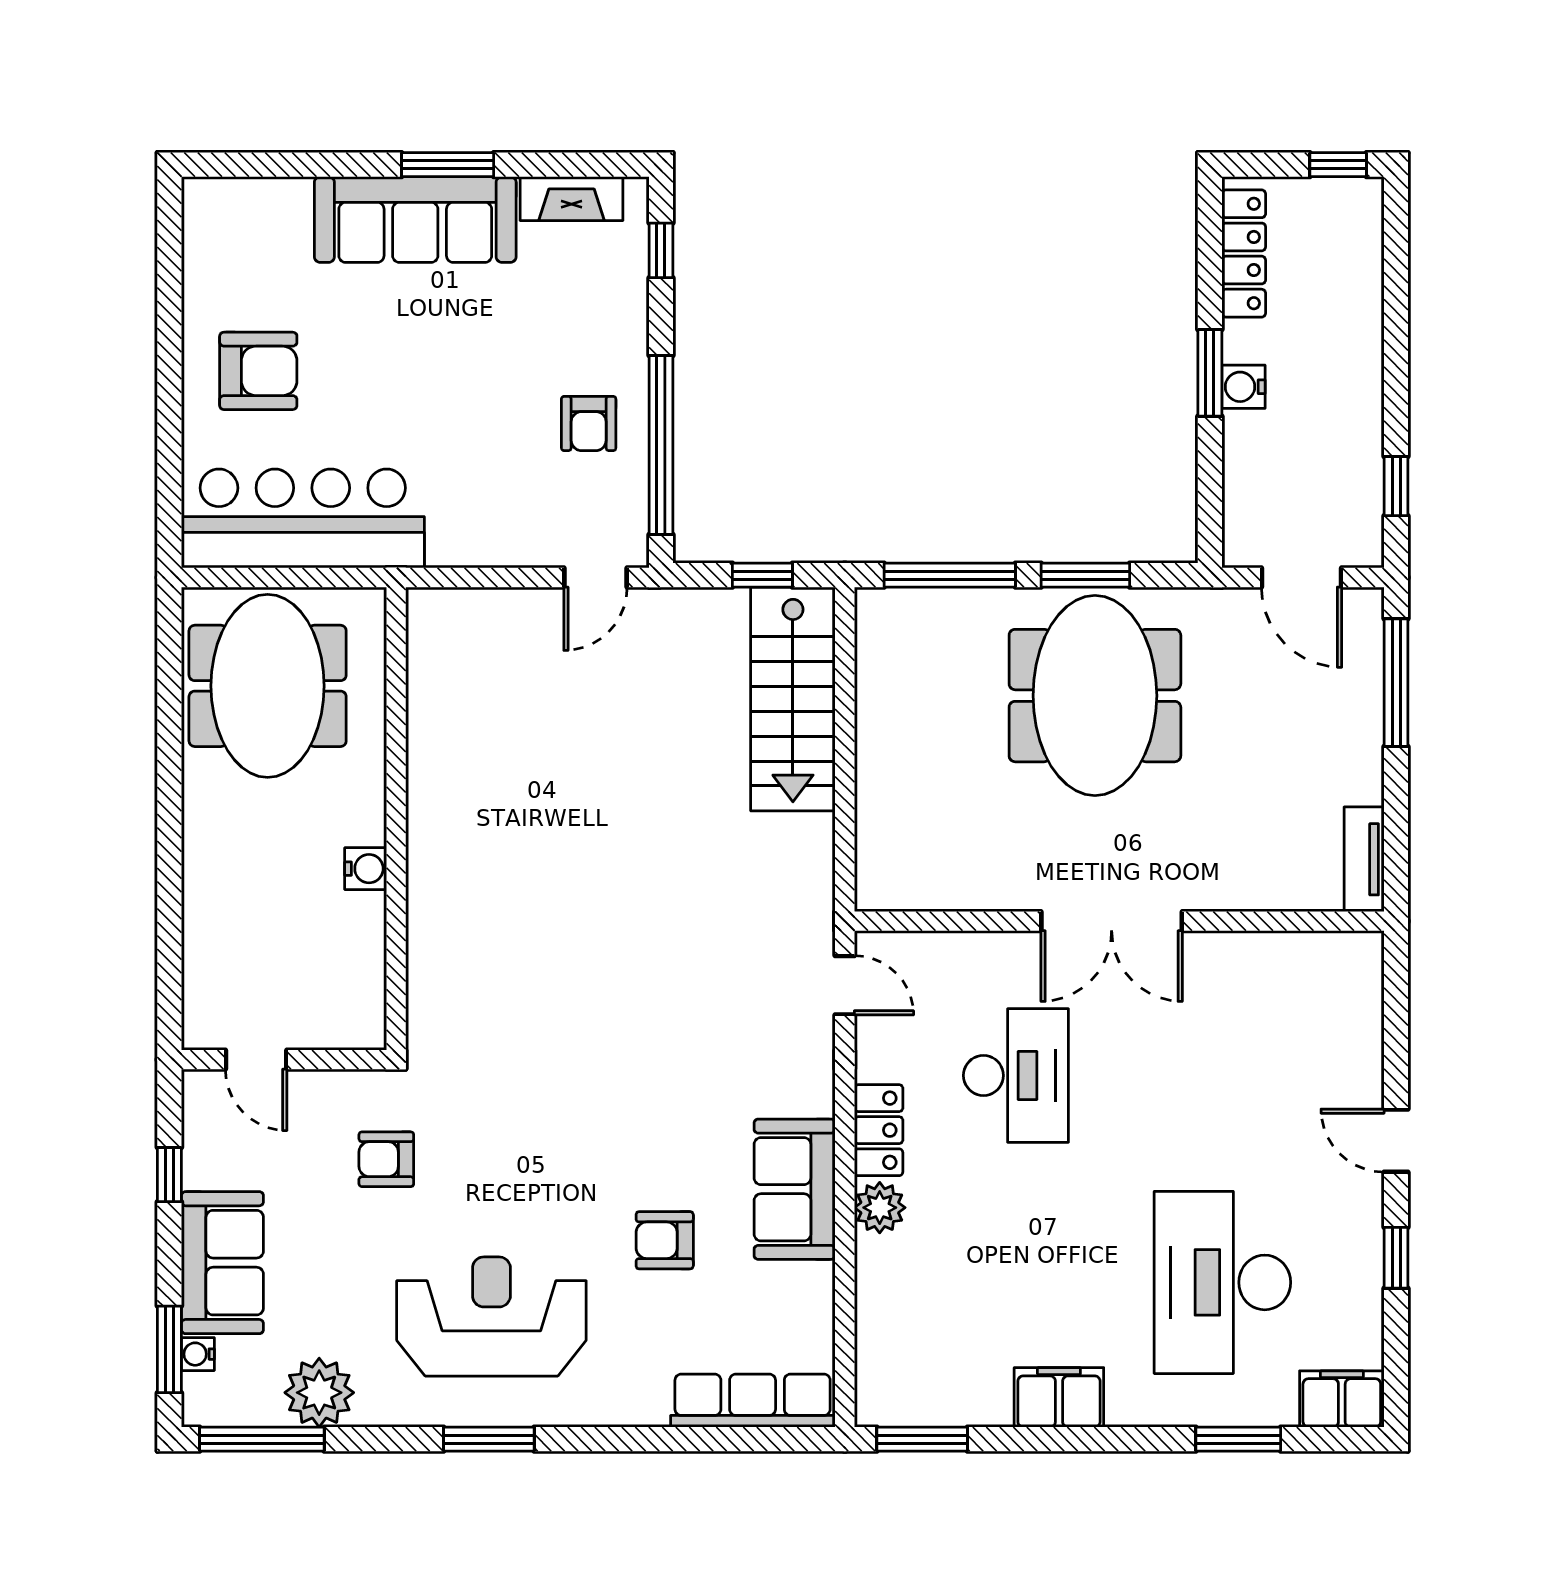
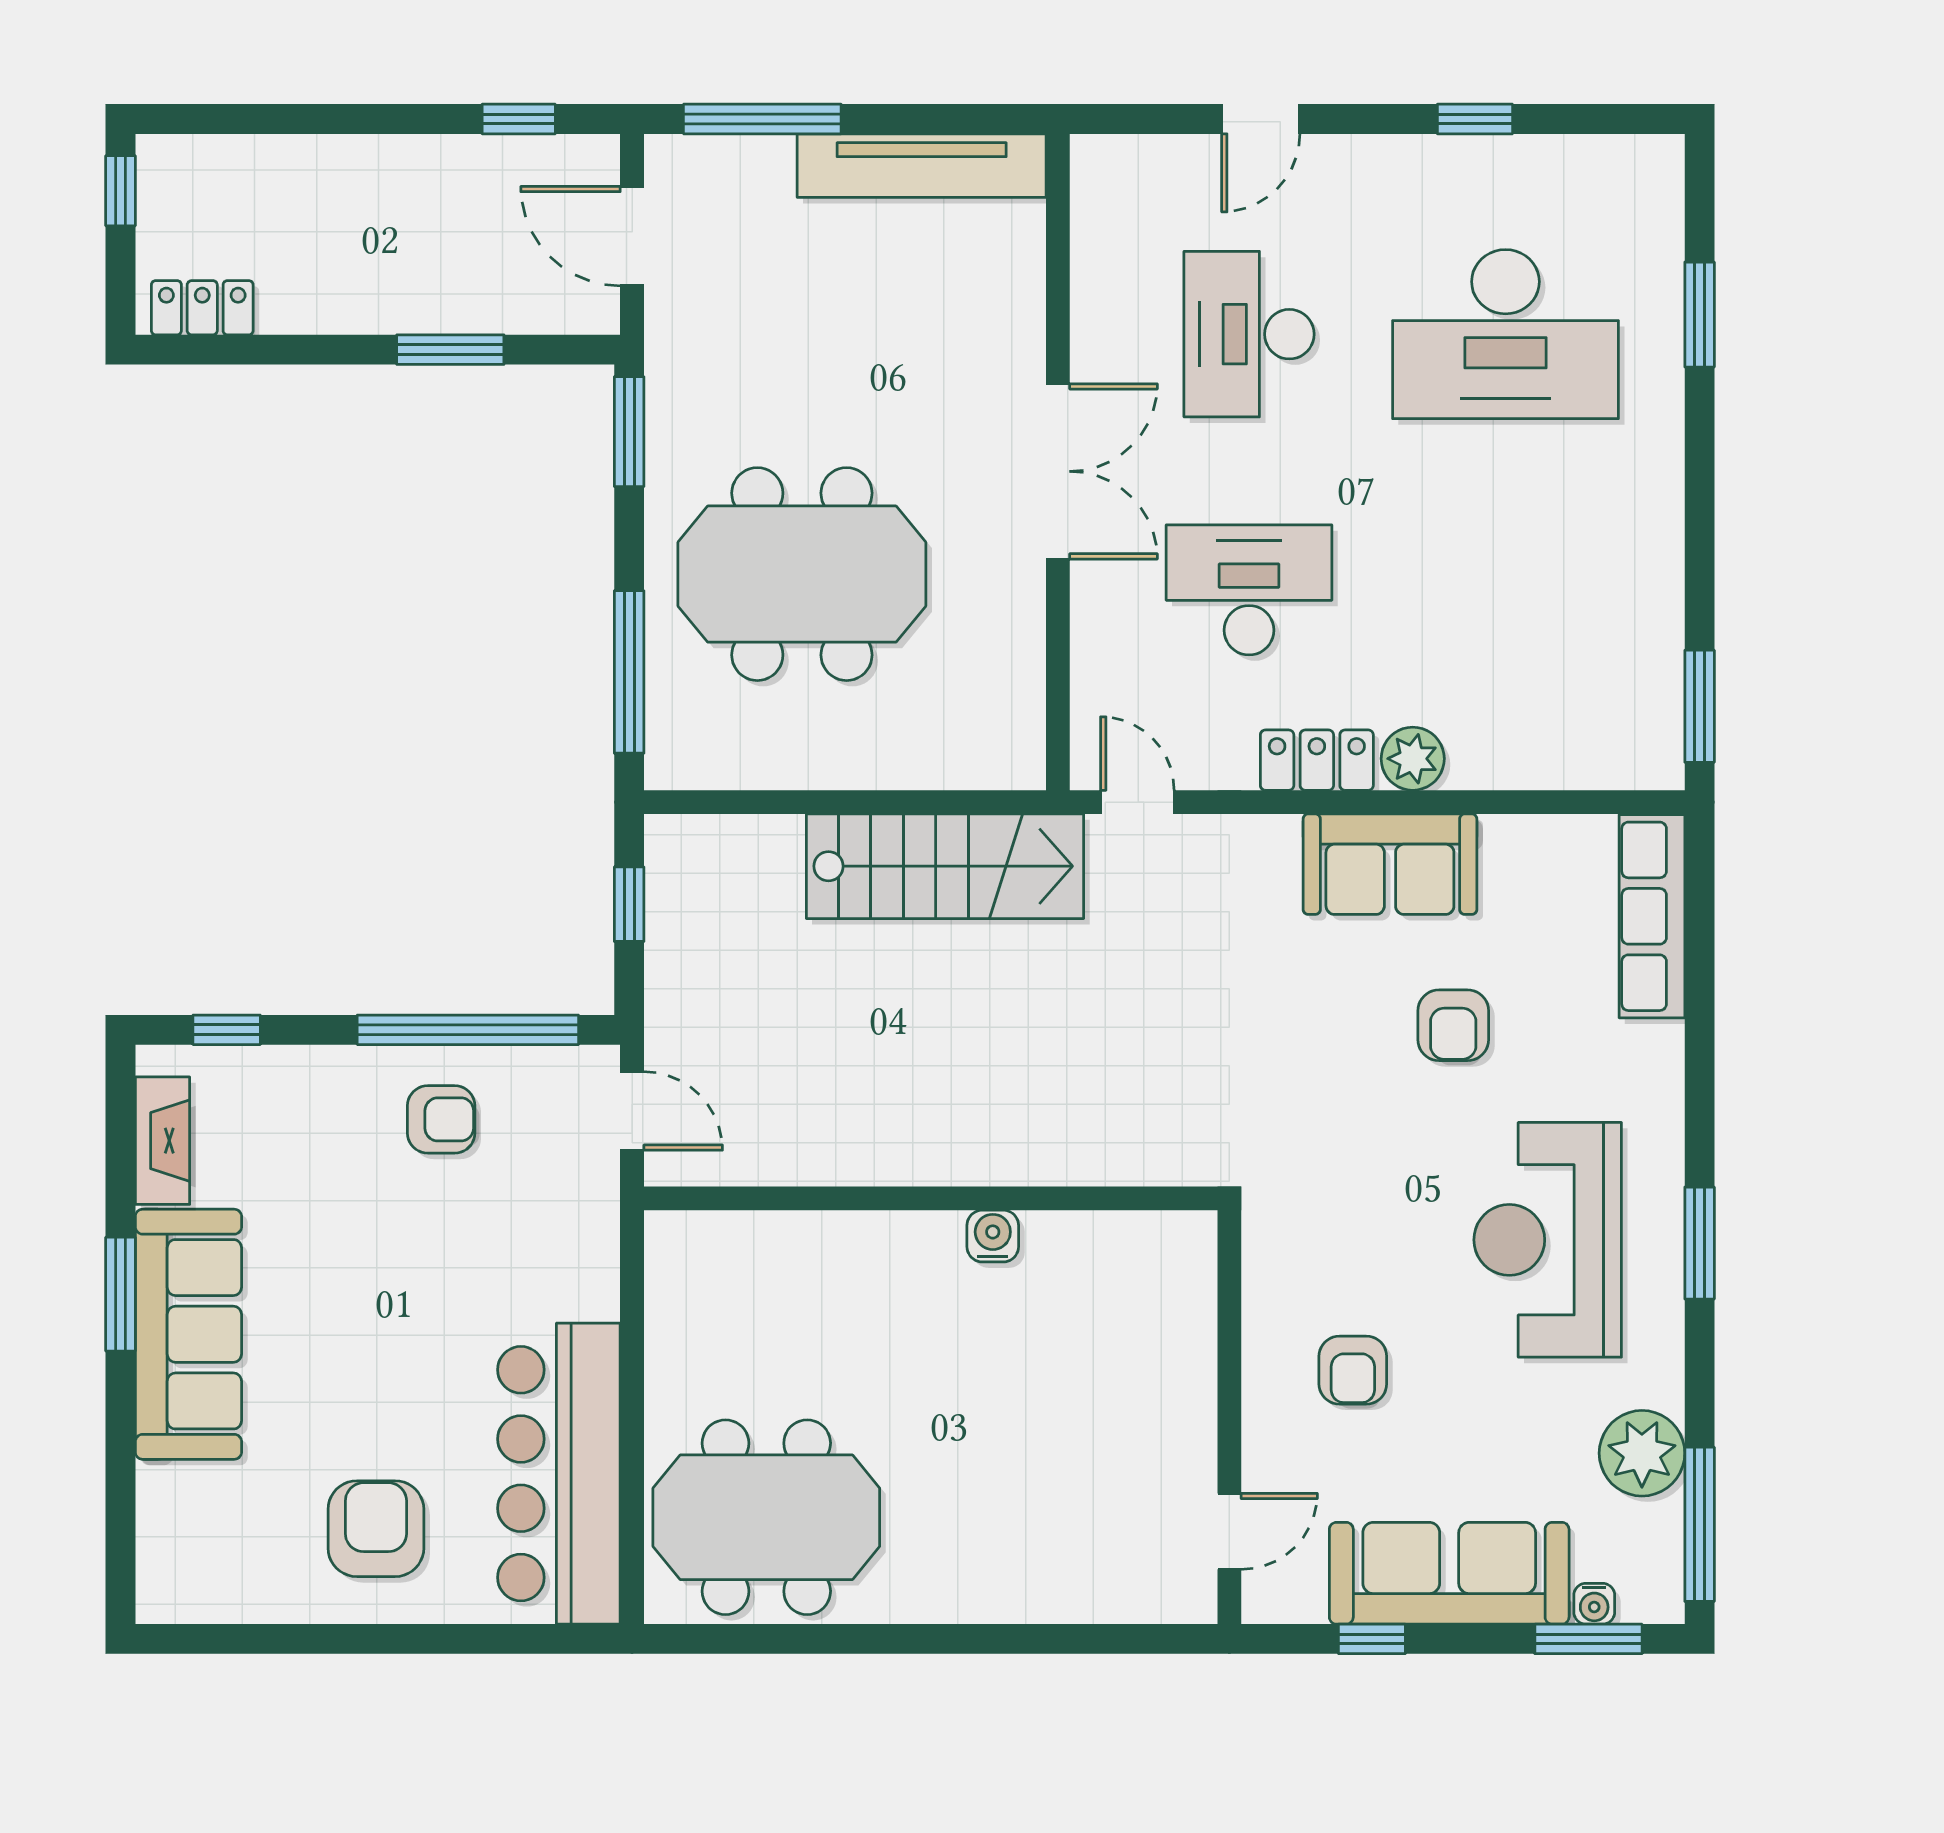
locker: (1244, 253) -> (202, 308), width x0.66
window: (1210, 373) -> (450, 350), moved
water cooler: (1243, 387) -> (396, 308), removed
window: (1085, 575) -> (629, 432), moved
door: (1302, 578) -> (632, 236), swing flipped
meeting table: (1095, 696) -> (802, 574), moved
stairs: (793, 699) -> (945, 866), moved
wall: (396, 819) -> (931, 1198), moved
tv unit: (1364, 859) -> (922, 166), width x1.92, depth x1.29
water cooler: (366, 869) -> (993, 1236), moved
door: (845, 985) -> (1137, 802), hinge flipped
desk: (1222, 1075) -> (1249, 334), added
door: (1396, 1141) -> (1261, 119), moved
sofa: (222, 1263) -> (1449, 1573), width x1.36
filing cabinet: (1059, 1397) -> (1648, 537), removed
filing cabinet: (1342, 1399) -> (1650, 186), removed

